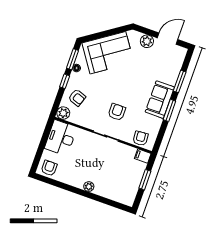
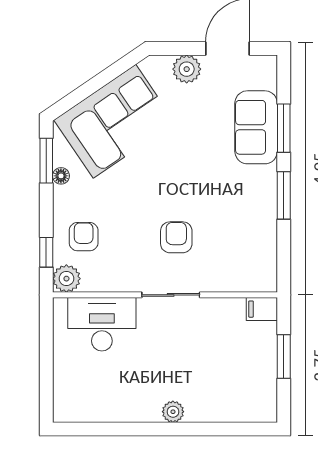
window: (65, 81) -> (46, 252), moved
armchair: (77, 98) -> (84, 237), turned -109
sofa: (160, 100) -> (256, 127), moved
desk: (61, 138) -> (102, 324), moved, turned 90
armchair: (140, 138) -> (244, 274), removed
armchair: (49, 168) -> (77, 403), removed

